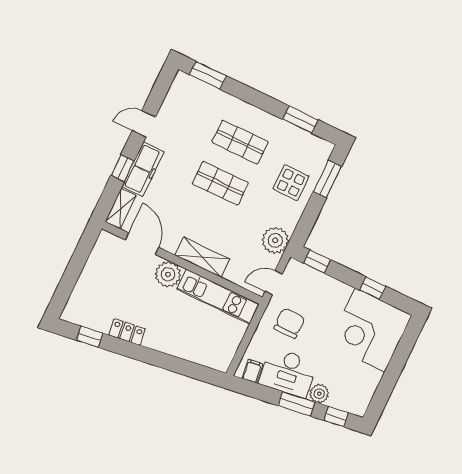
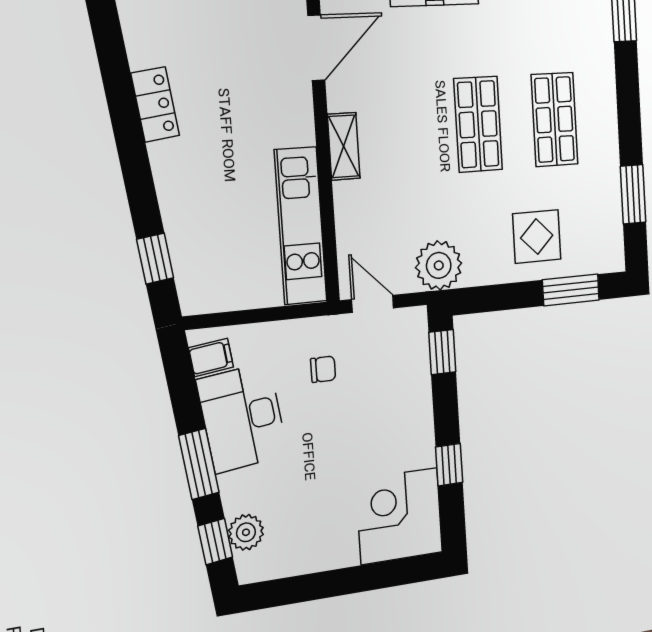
shelving: (202, 257) -> (344, 146), width x0.67, depth x0.75
plant: (168, 274) -> (291, 121), removed
chair: (289, 323) -> (323, 369), width x0.54, depth x0.54
corner desk: (370, 330) -> (399, 516), width x0.74, depth x0.74
window: (90, 337) -> (155, 259), moved
plant: (319, 394) -> (246, 532), moved

